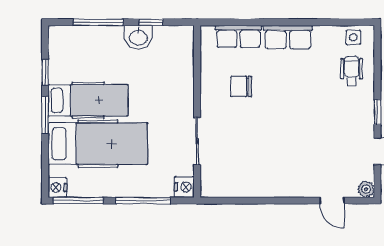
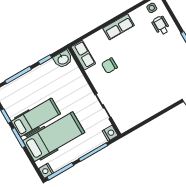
row of seats: (238, 36) -> (83, 55), moved, turned -90
washbasin: (138, 37) -> (63, 59), moved

